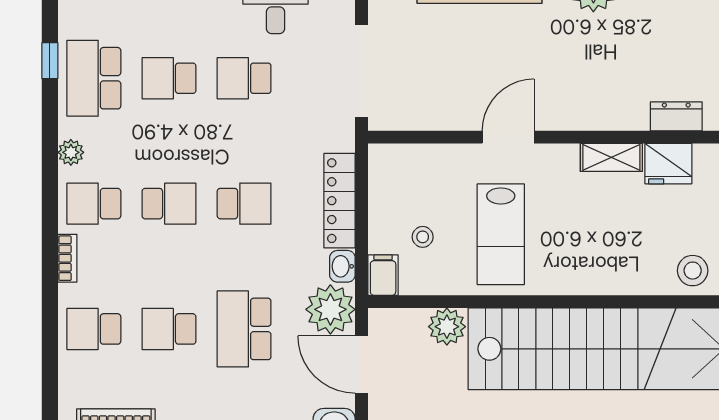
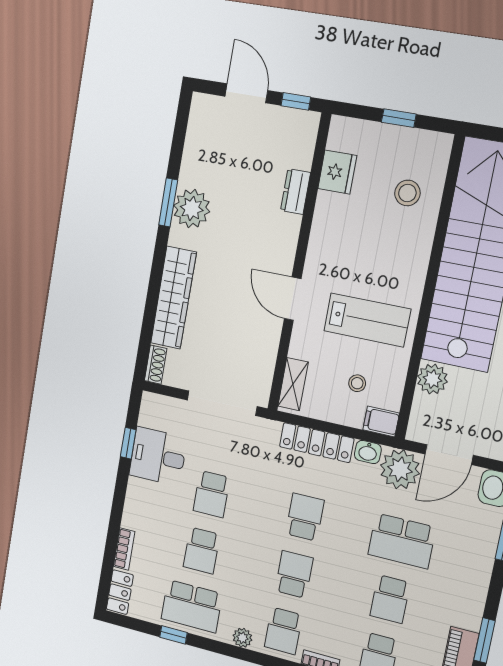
dresser: (676, 116) -> (295, 192), moved
shelving: (611, 157) -> (293, 384), moved
stool: (693, 271) -> (407, 193), moved

